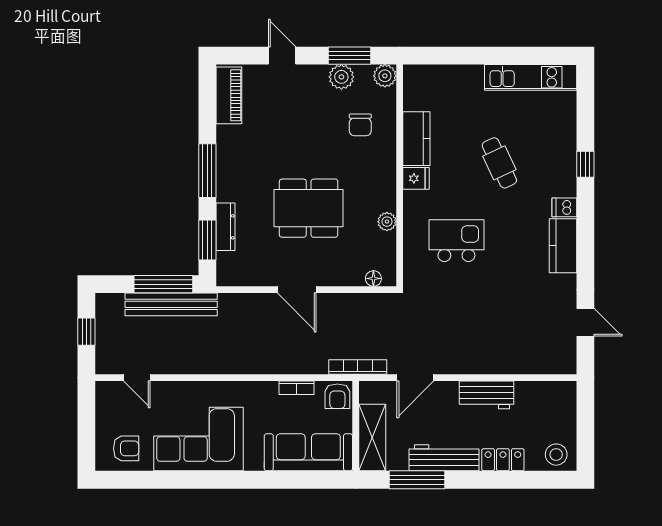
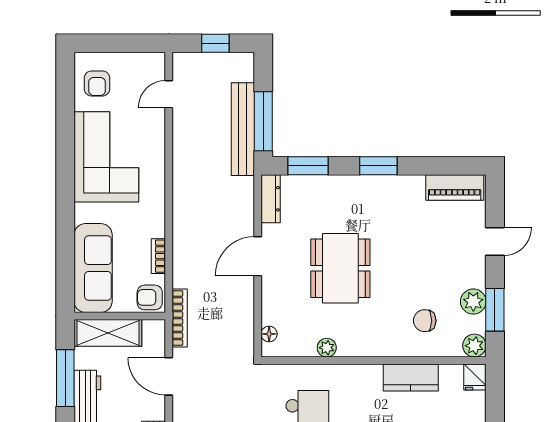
window: (207, 171) -> (378, 166), width x0.69
fridge: (416, 178) -> (475, 377), moved
dresser: (225, 227) -> (271, 199), moved, turned -90

